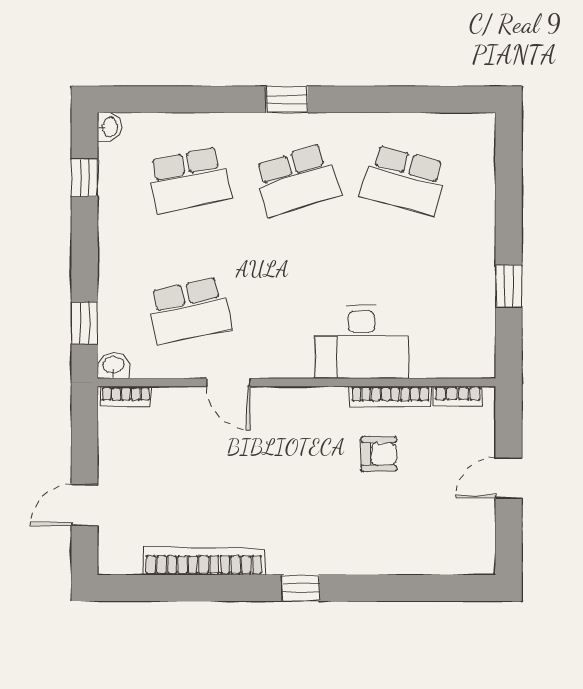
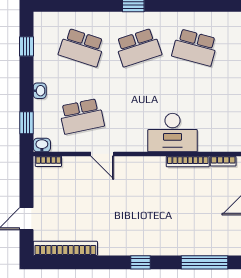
washbasin: (109, 127) -> (40, 91), moved
school desk: (189, 180) -> (82, 47), turned 30
armchair: (379, 454) -> (182, 192), removed
bookcase: (204, 561) -> (65, 248), moved
window: (422, 588) -> (205, 262), added

